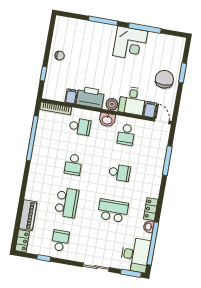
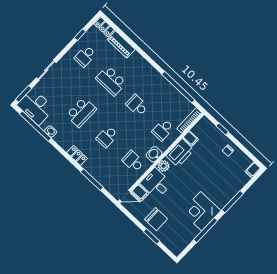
filing cabinet: (62, 22) -> (253, 170), added
locker: (151, 209) -> (77, 155), moved
school desk: (60, 241) -> (85, 56), turned 90

